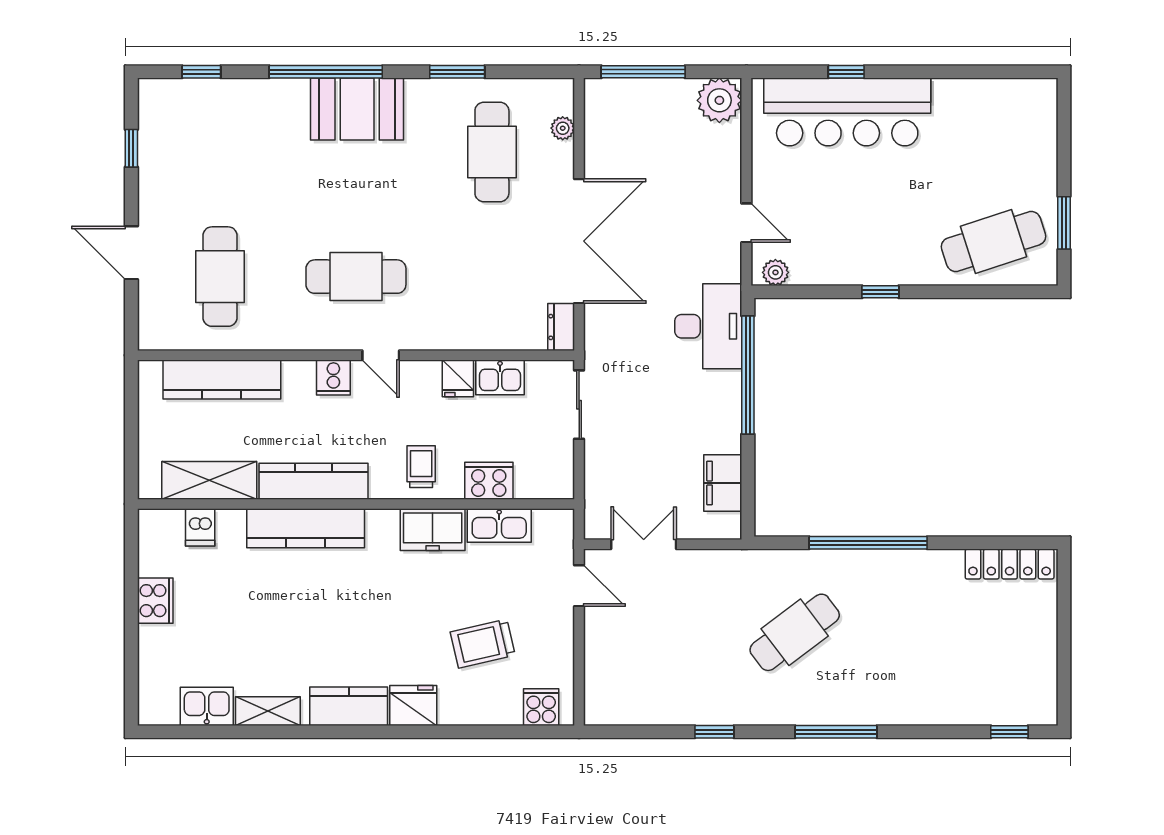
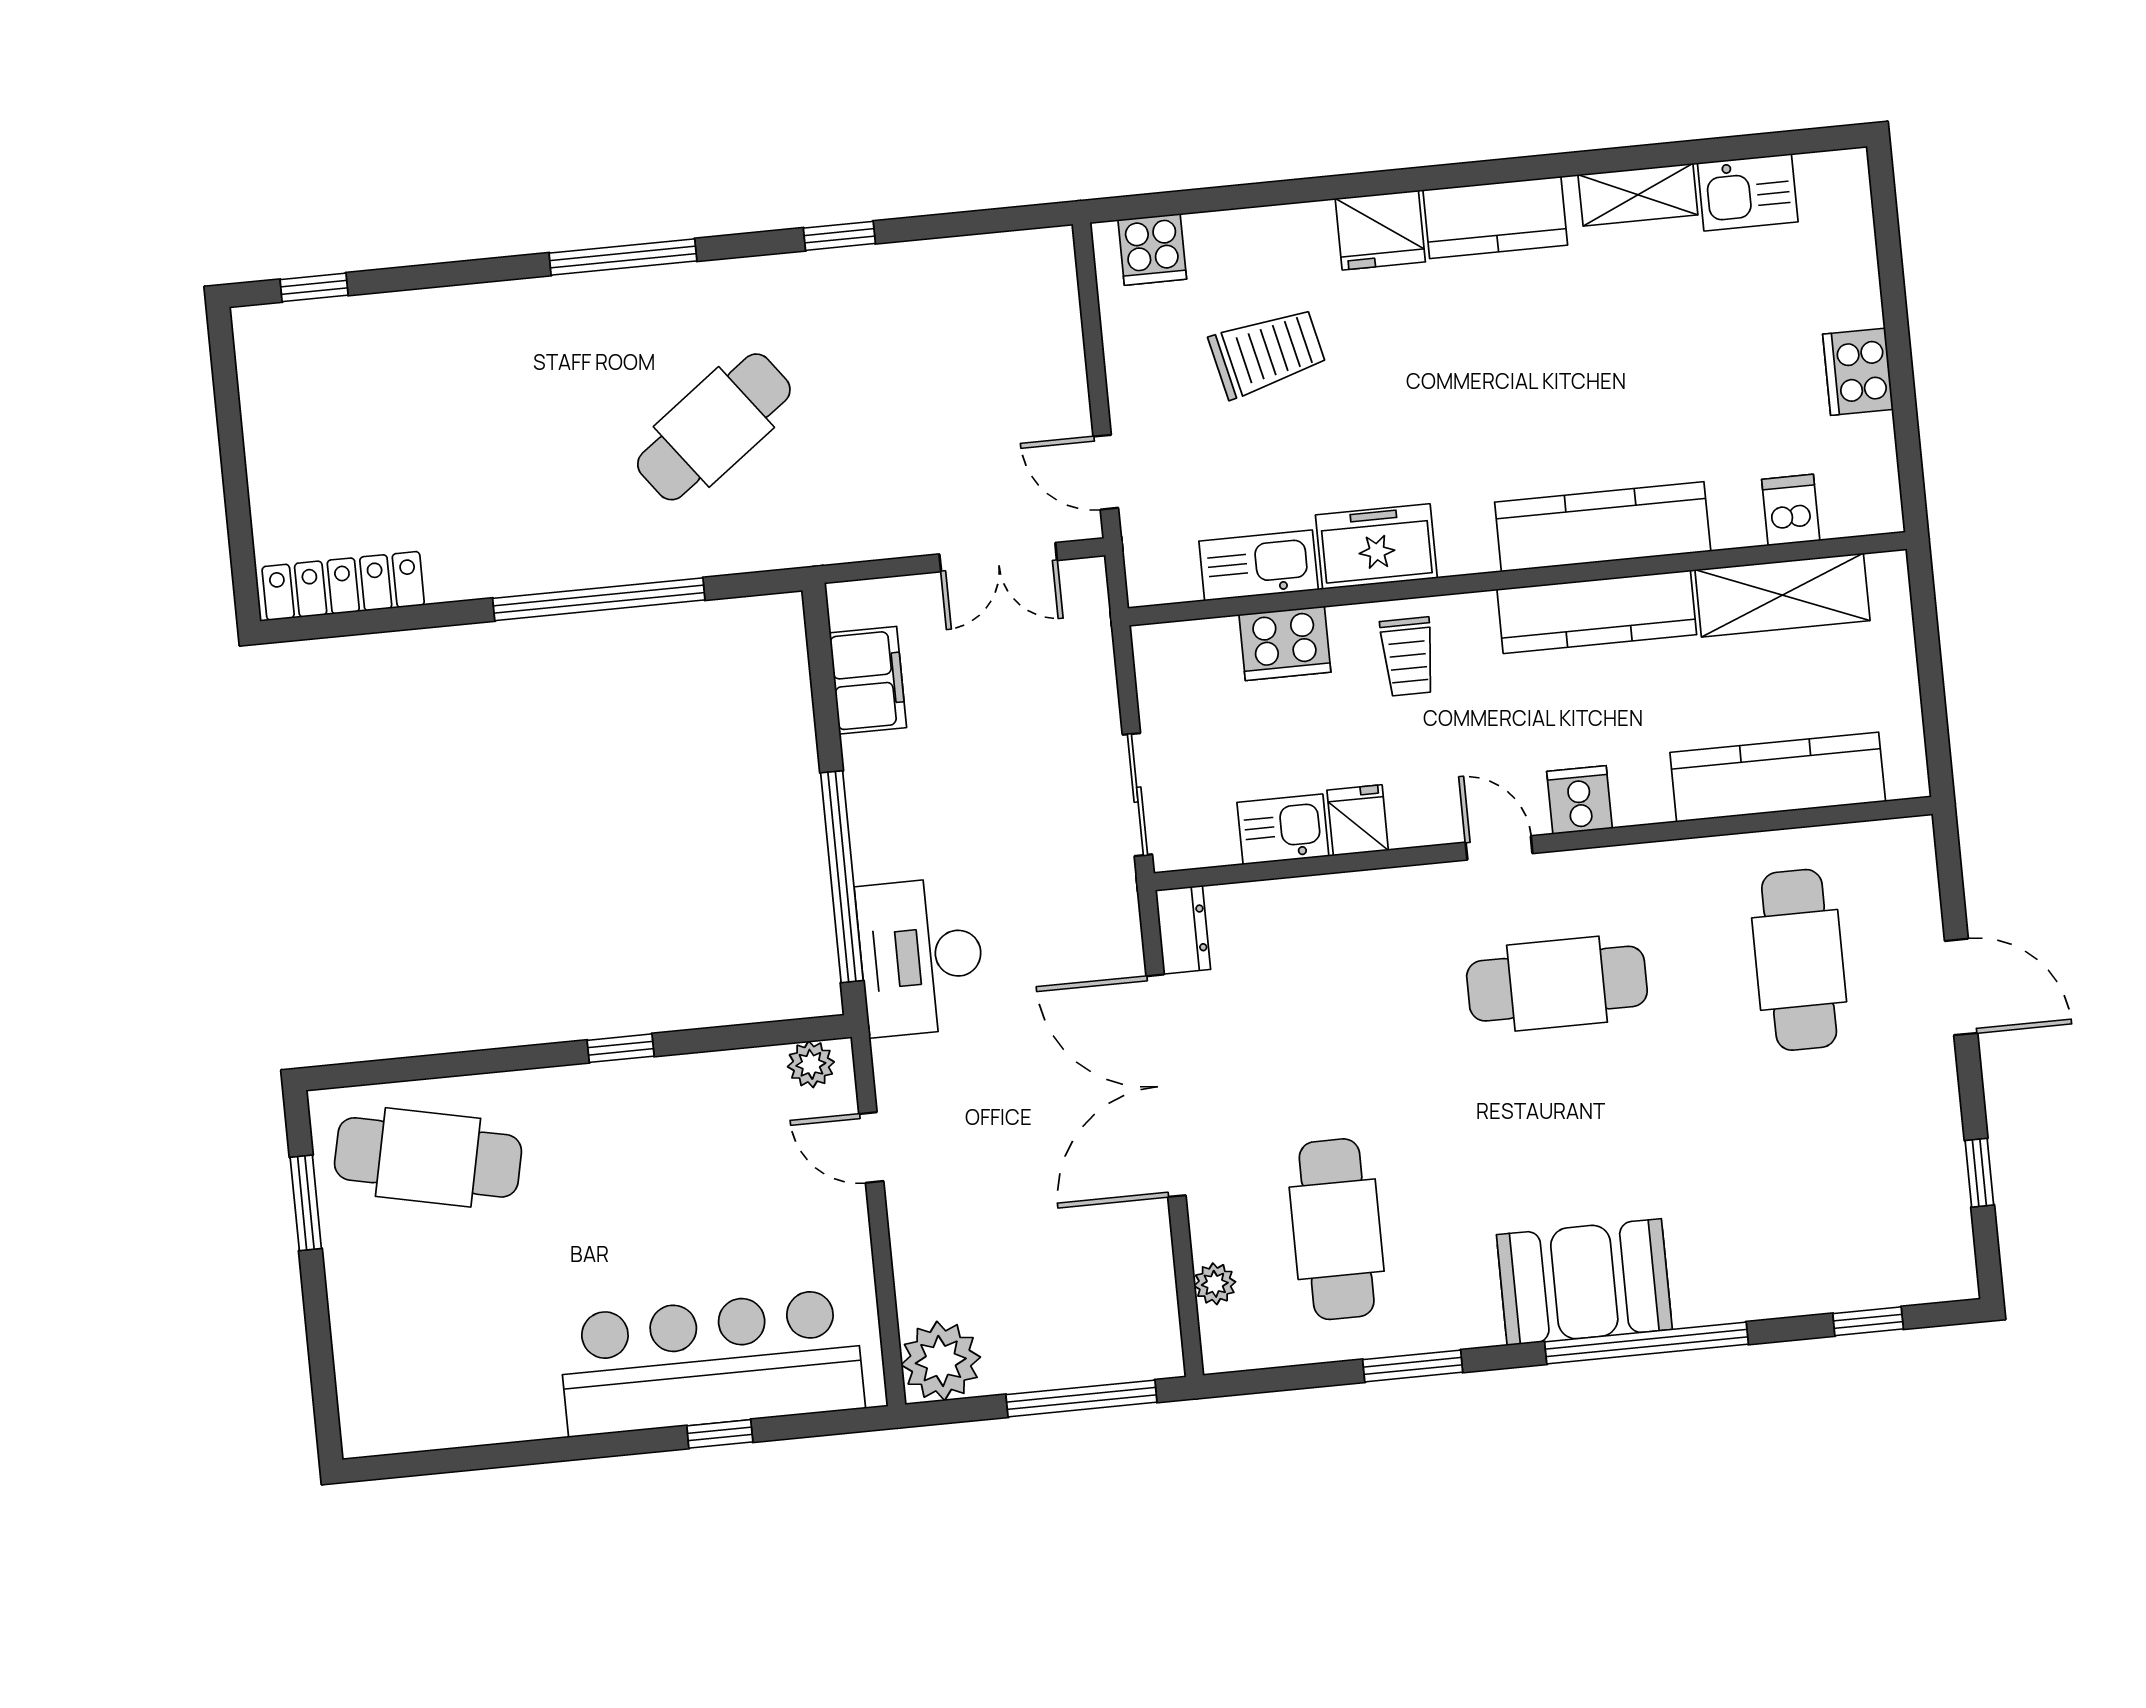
cafe table: (994, 241) -> (428, 1157), turned 30

